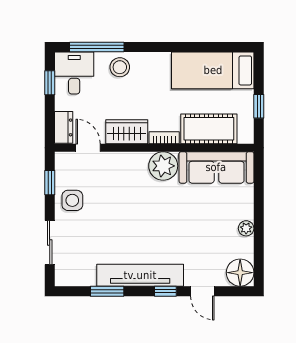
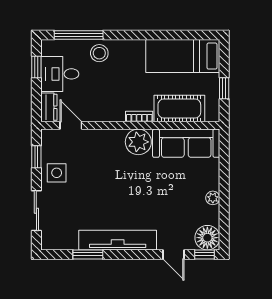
desk: (74, 73) -> (60, 74), moved, turned -90
wardrobe: (127, 132) -> (105, 111), removed
window: (165, 291) -> (205, 254), moved

